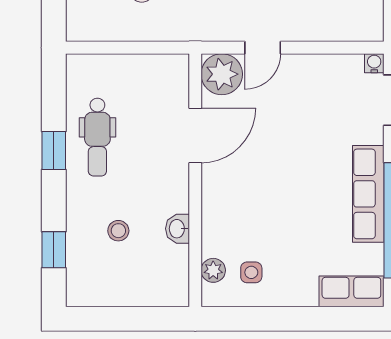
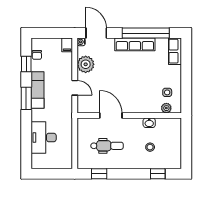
filing cabinet: (367, 29) -> (67, 45), added
plant: (222, 74) -> (86, 64), moved
dental chair: (97, 137) -> (107, 146), moved
window: (54, 150) -> (99, 174), moved

